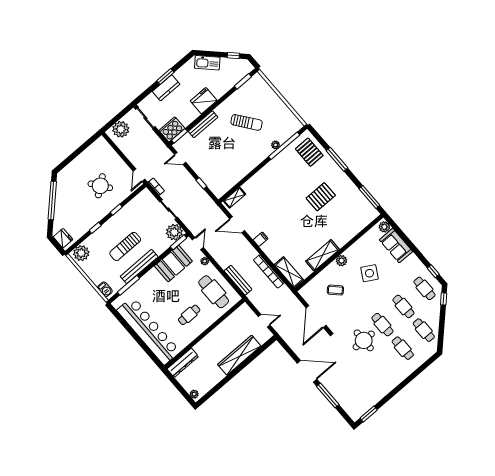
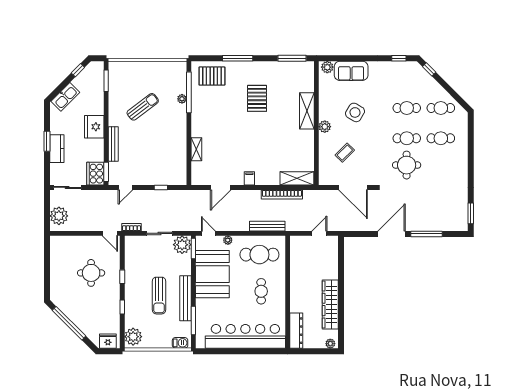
round table: (100, 186) -> (91, 273), turned 37
shelving: (235, 198) -> (196, 149), moved
shelving: (322, 255) -> (307, 111), moved
booth: (173, 264) -> (212, 274), width x1.36, depth x1.42
cafe table: (424, 288) -> (407, 78), removed
wardrobe: (239, 355) -> (330, 304), moved

